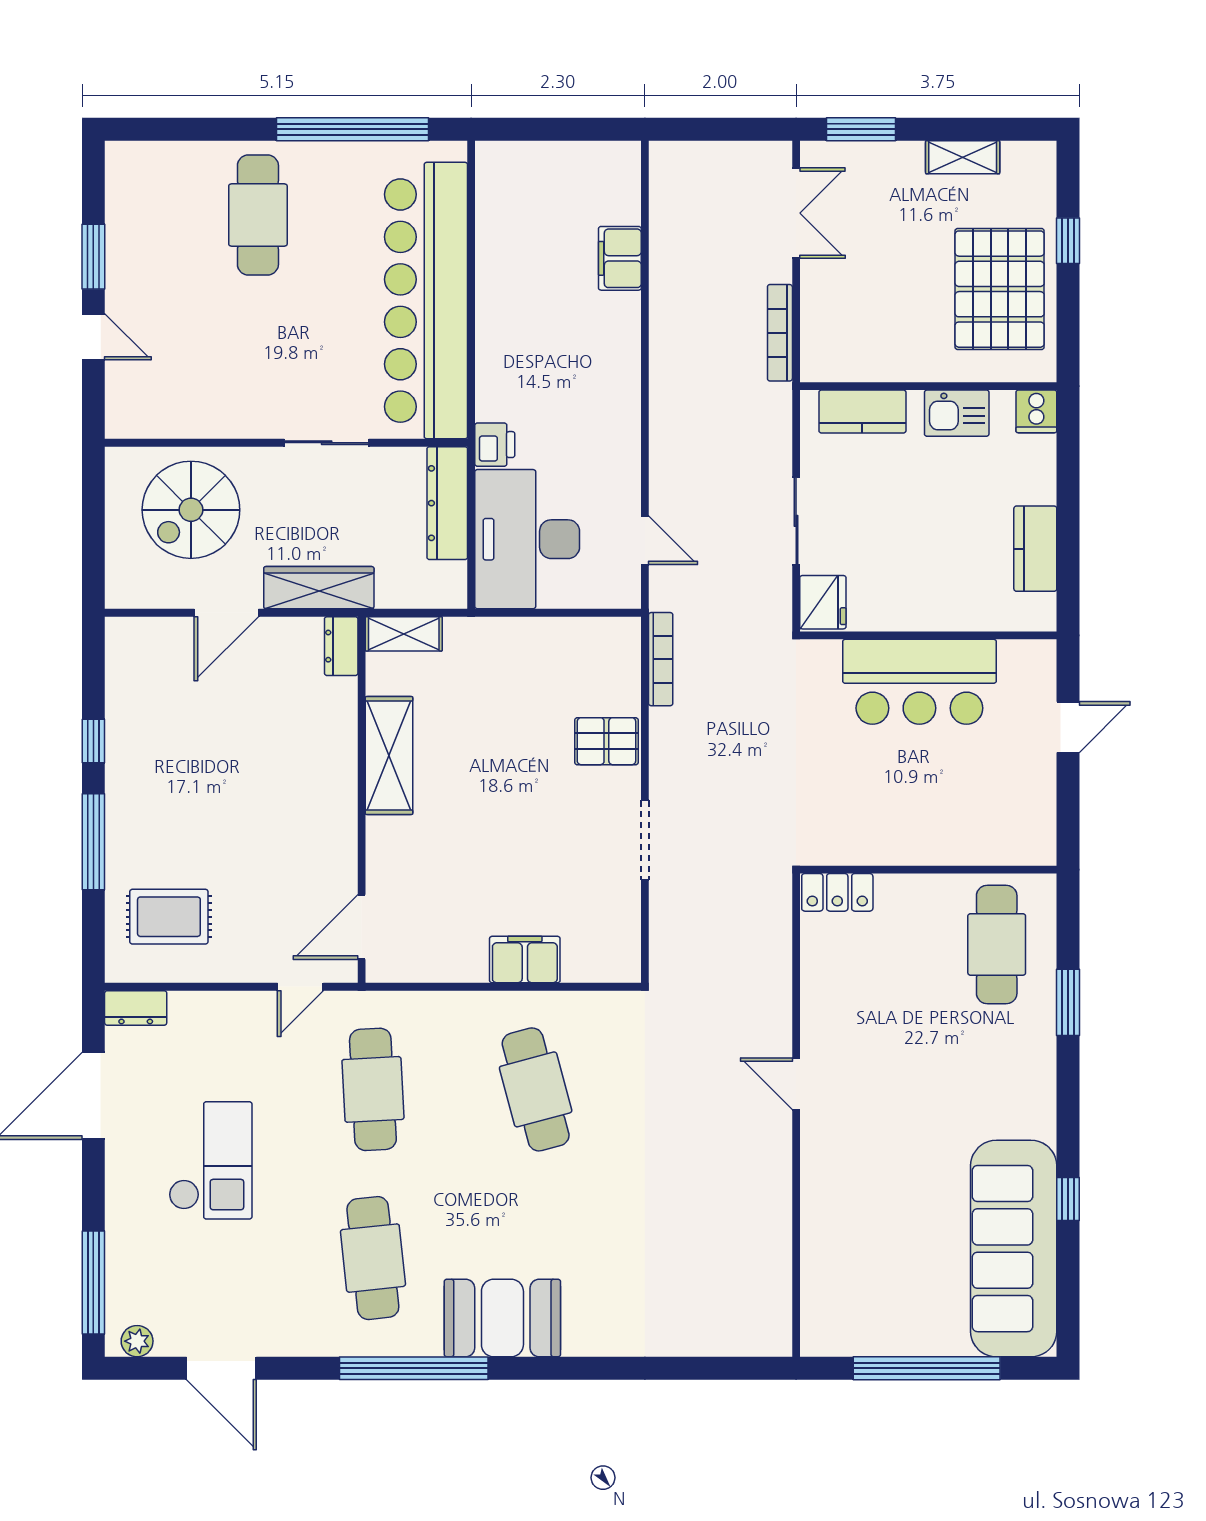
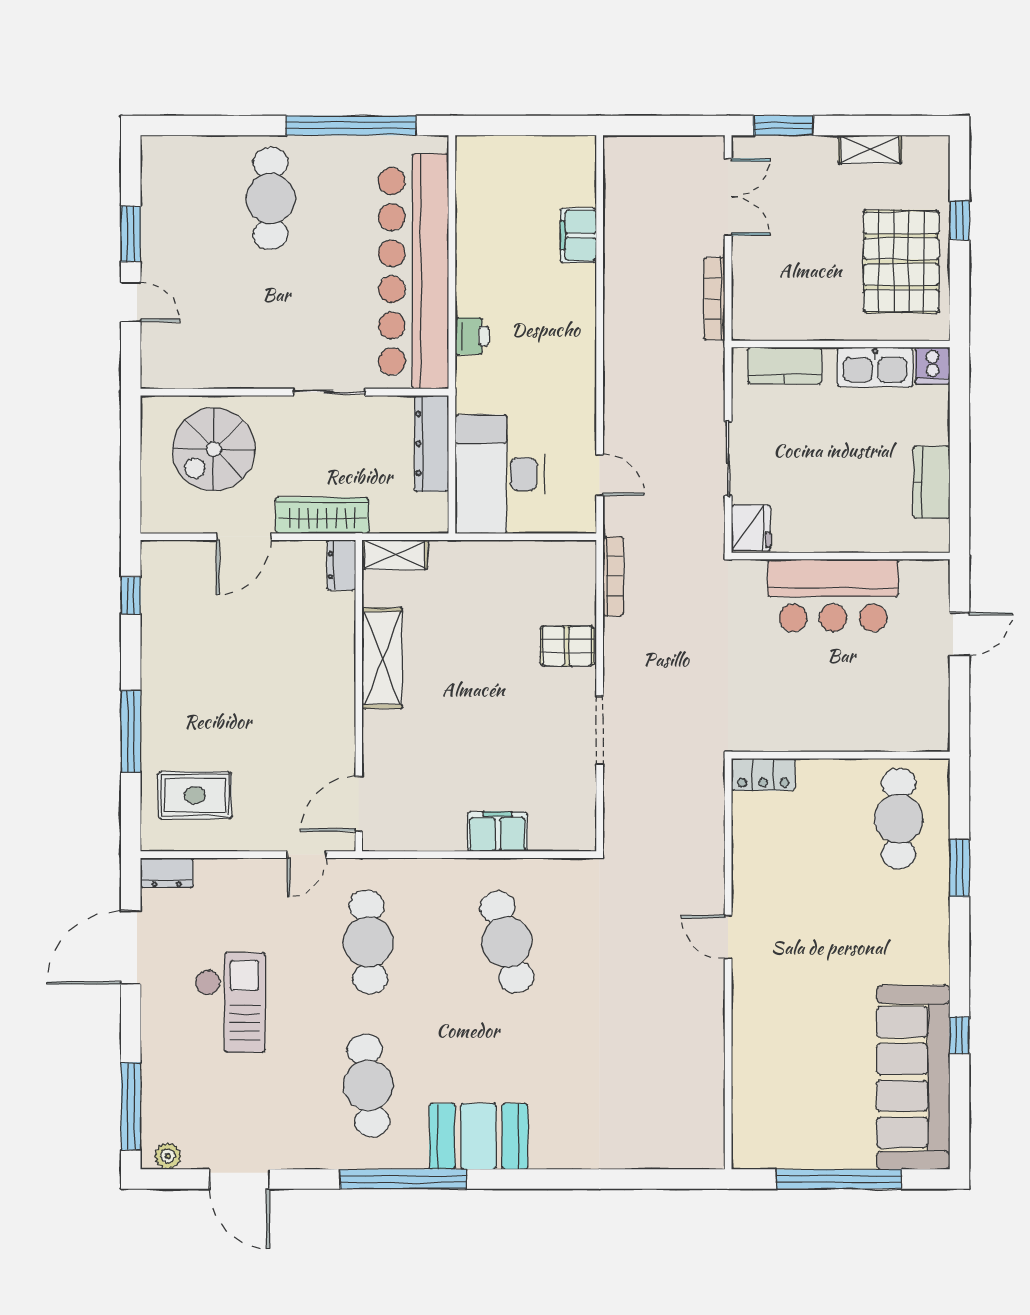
kitchen sink: (957, 413) -> (875, 367), width x1.38
printer: (495, 445) -> (472, 336), moved
window: (93, 741) -> (131, 596), moved

